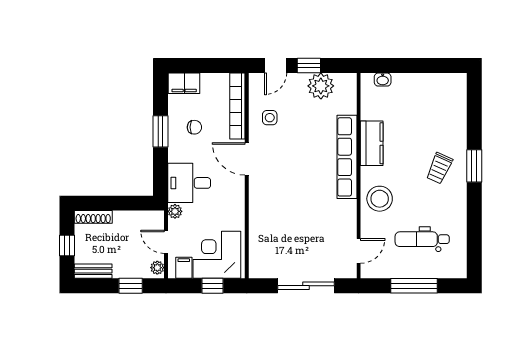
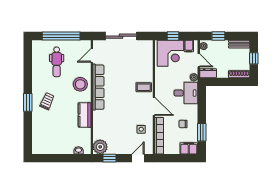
window: (309, 66) -> (109, 158), moved
plant: (321, 86) -> (100, 147), moved
window: (160, 131) -> (202, 132), moved
row of seats: (347, 157) -> (98, 87), moved
coffee table: (265, 193) -> (144, 87), added
dresser: (149, 219) -> (208, 73), added
dental chair: (422, 239) -> (57, 62), turned 90
window: (414, 286) -> (61, 36), width x1.46

